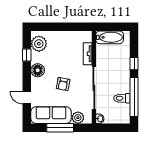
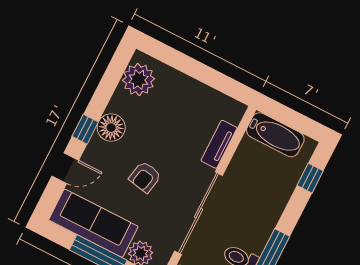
window: (27, 55) -> (85, 129), moved
window: (134, 64) -> (310, 178), moved
door: (27, 98) -> (65, 168), swing flipped

